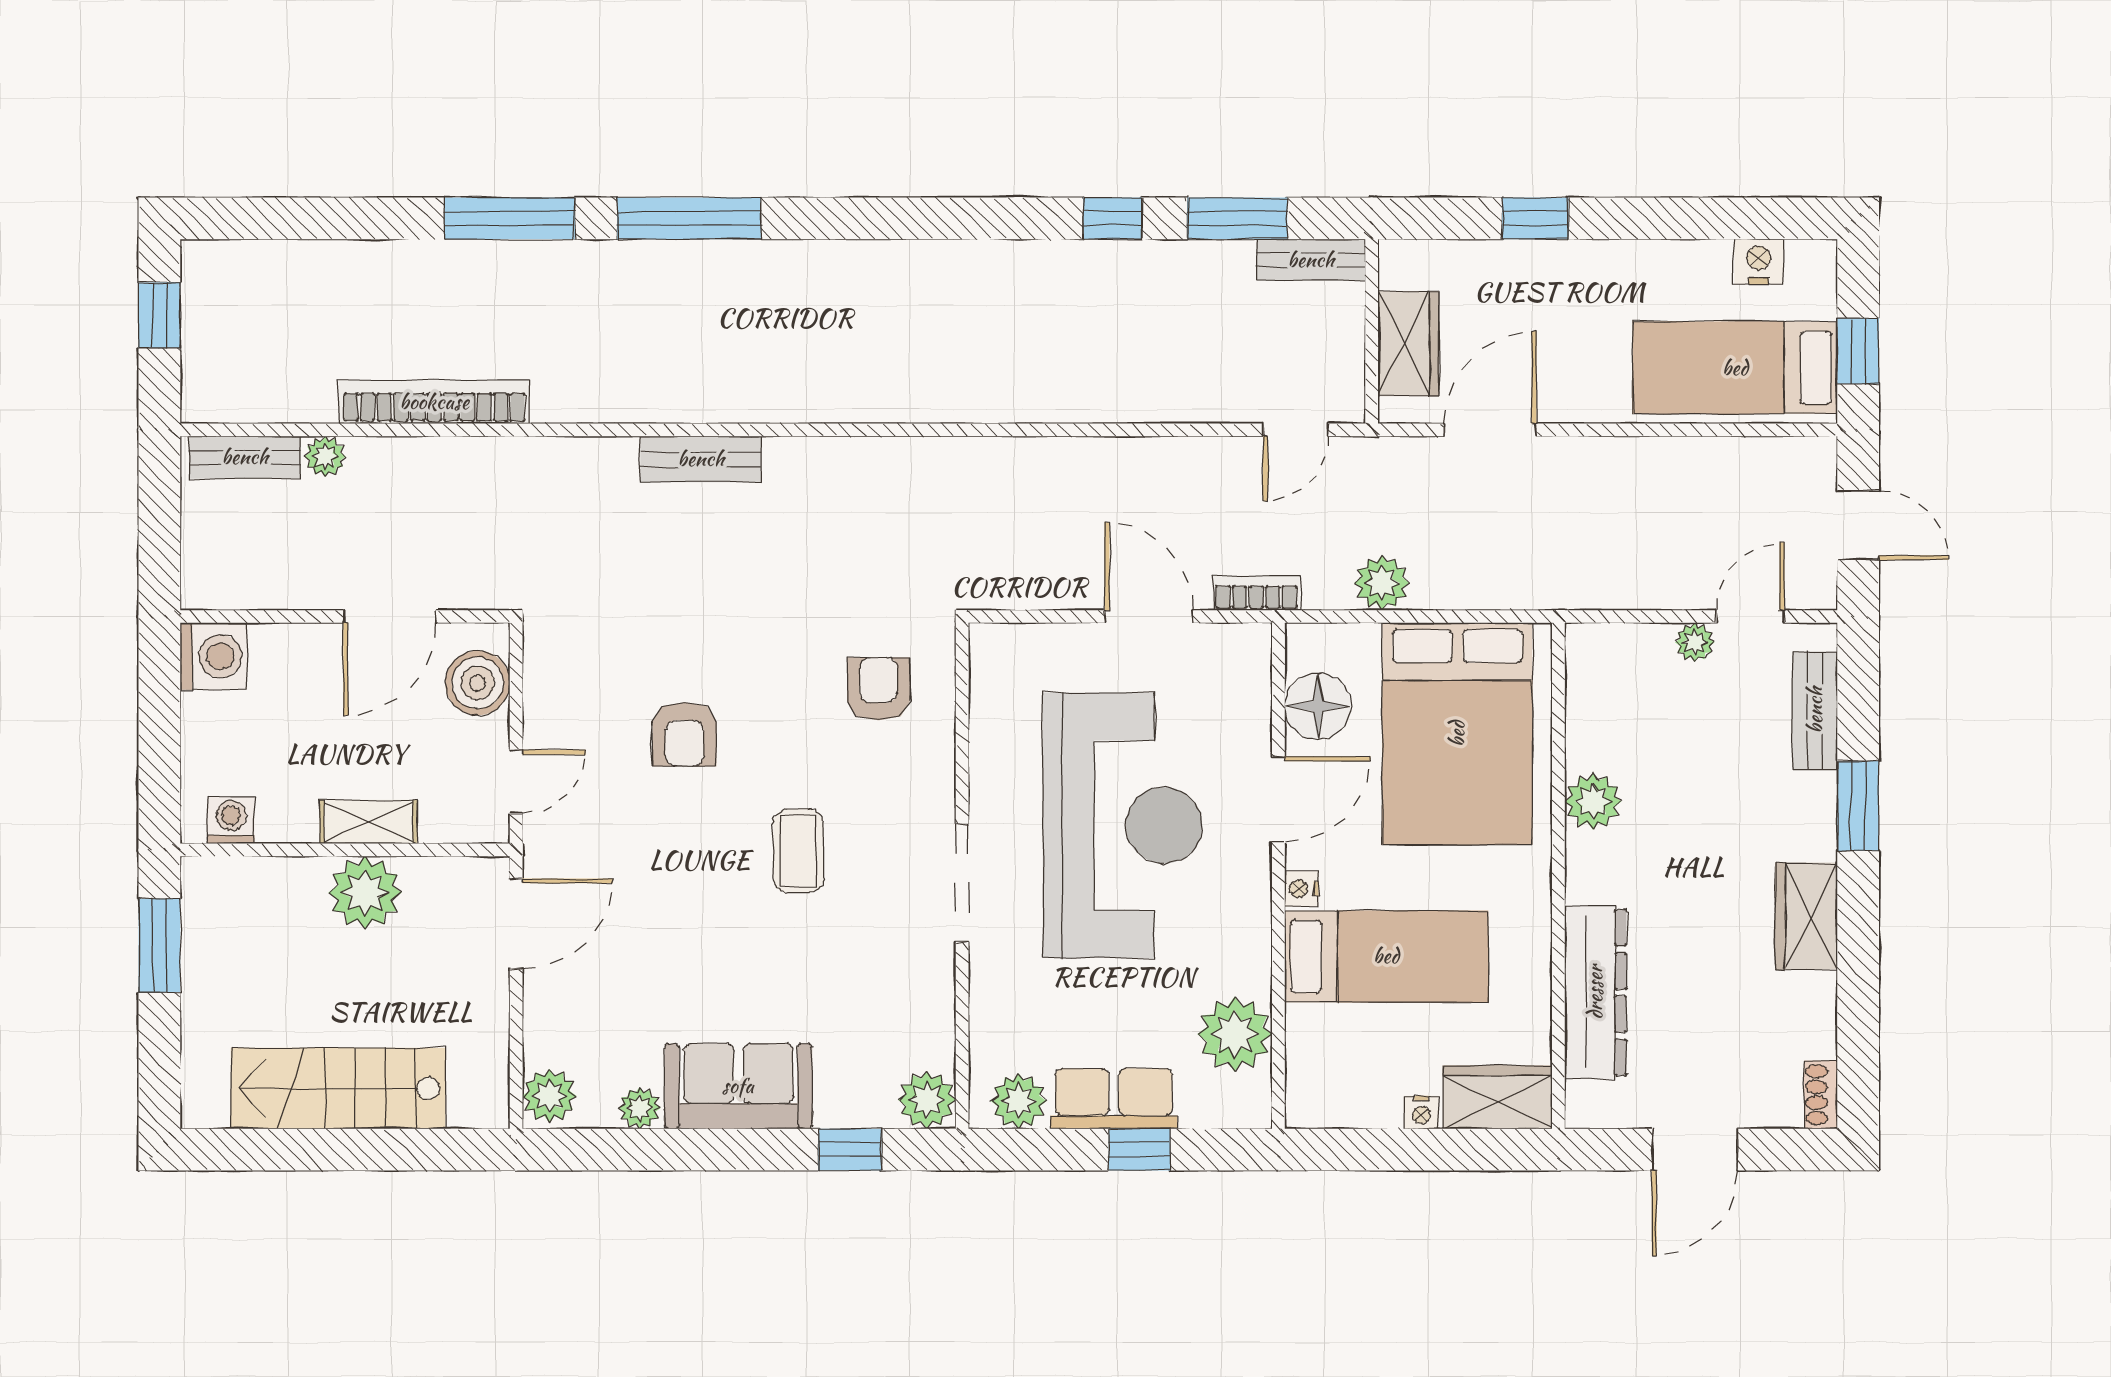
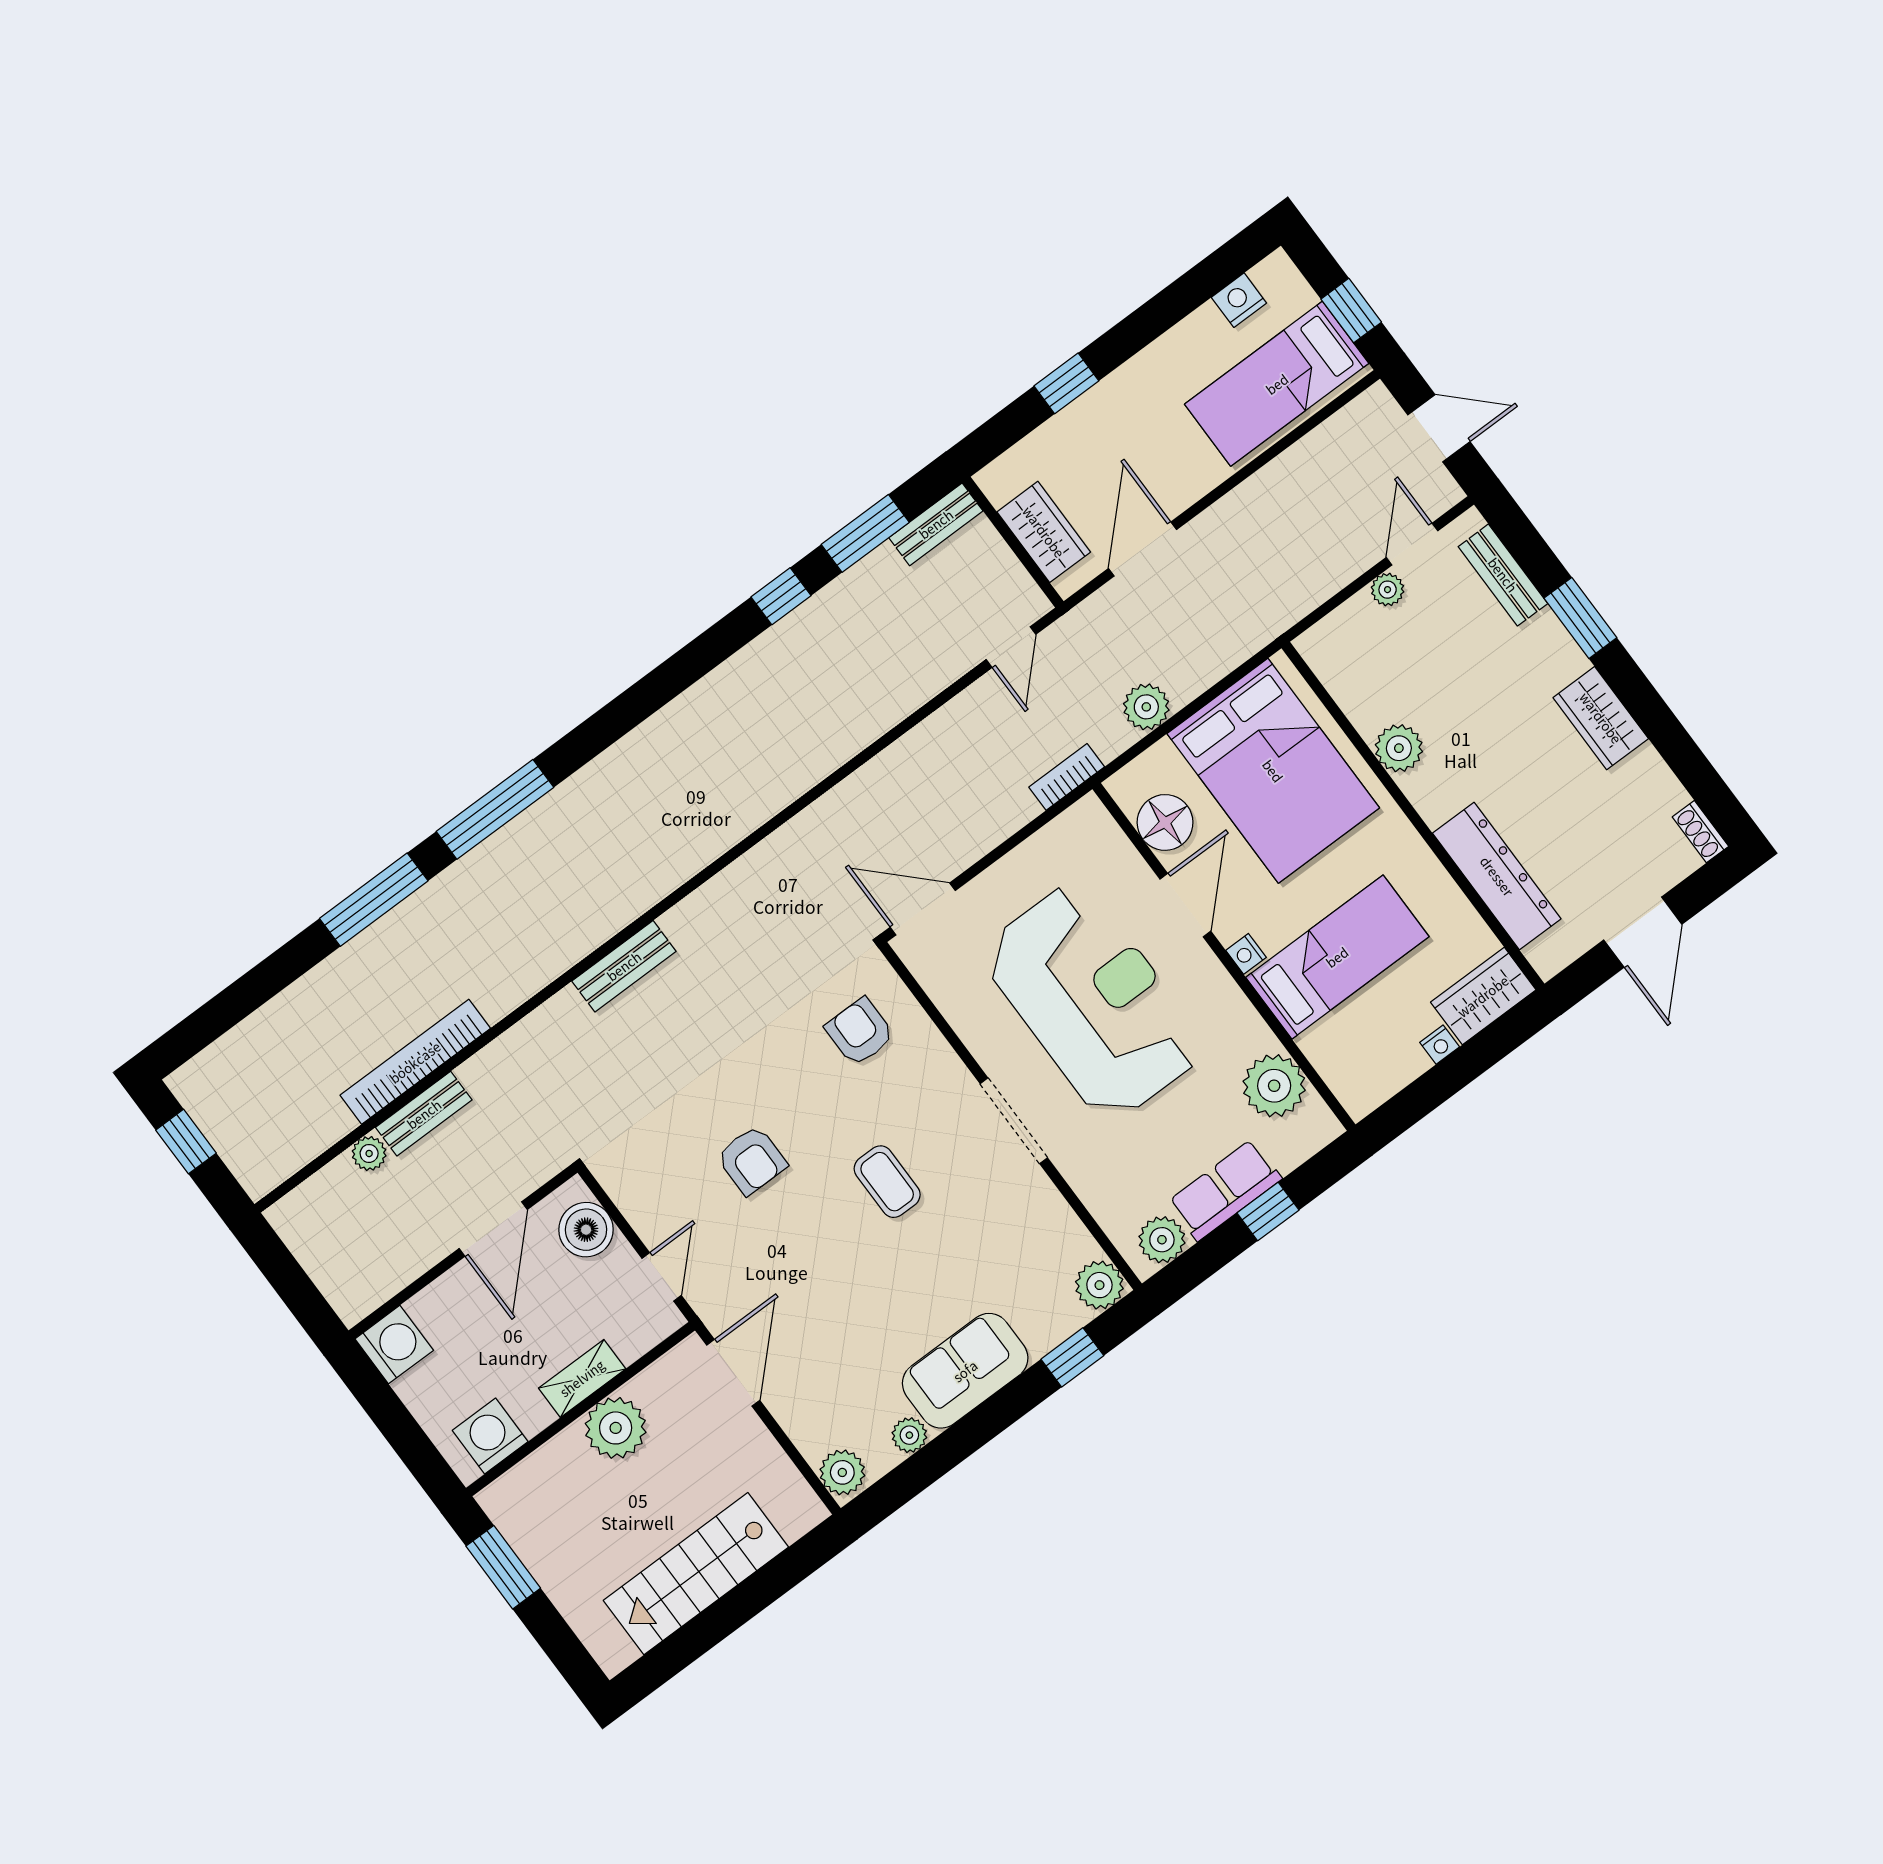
bench: (245, 457) -> (424, 1114), moved
door: (1149, 617) -> (923, 909), moved
washing machine: (231, 820) -> (490, 1436), width x1.38, depth x1.38

